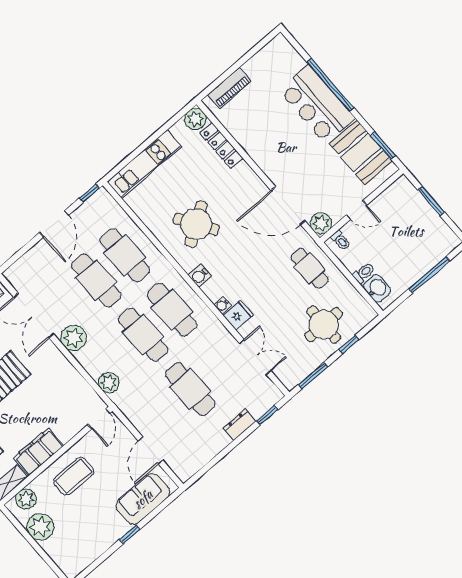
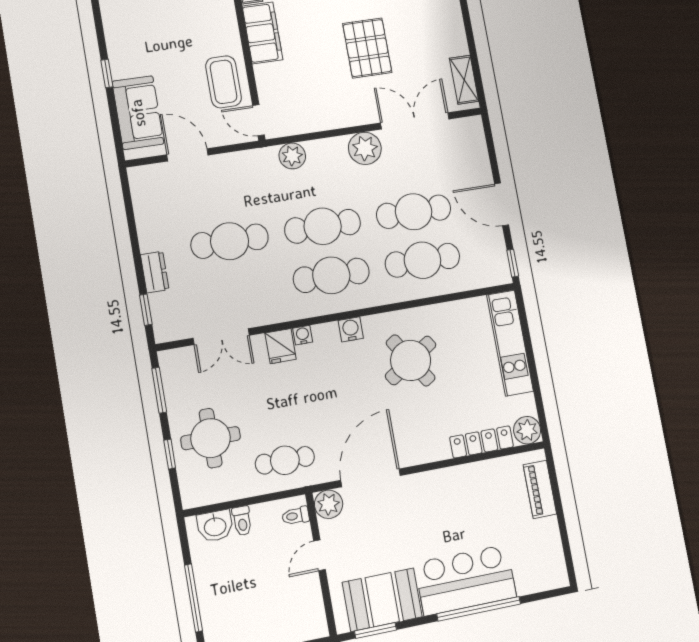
coffee table: (74, 476) -> (224, 82), moved

